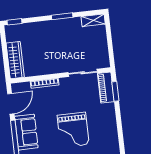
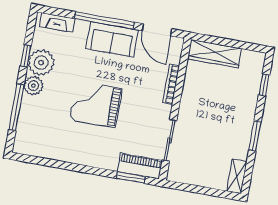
window: (14, 22) -> (264, 85), moved

